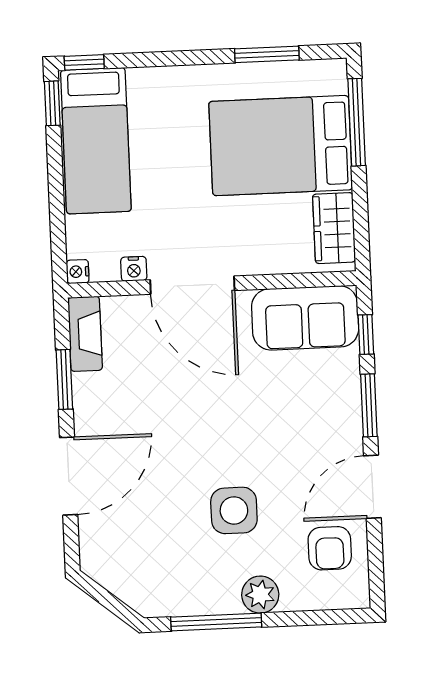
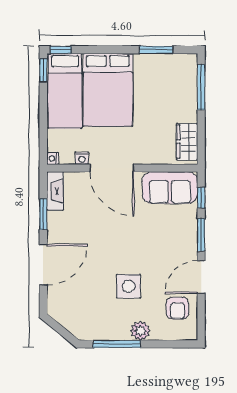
bed: (281, 146) -> (108, 90), moved, turned -90

